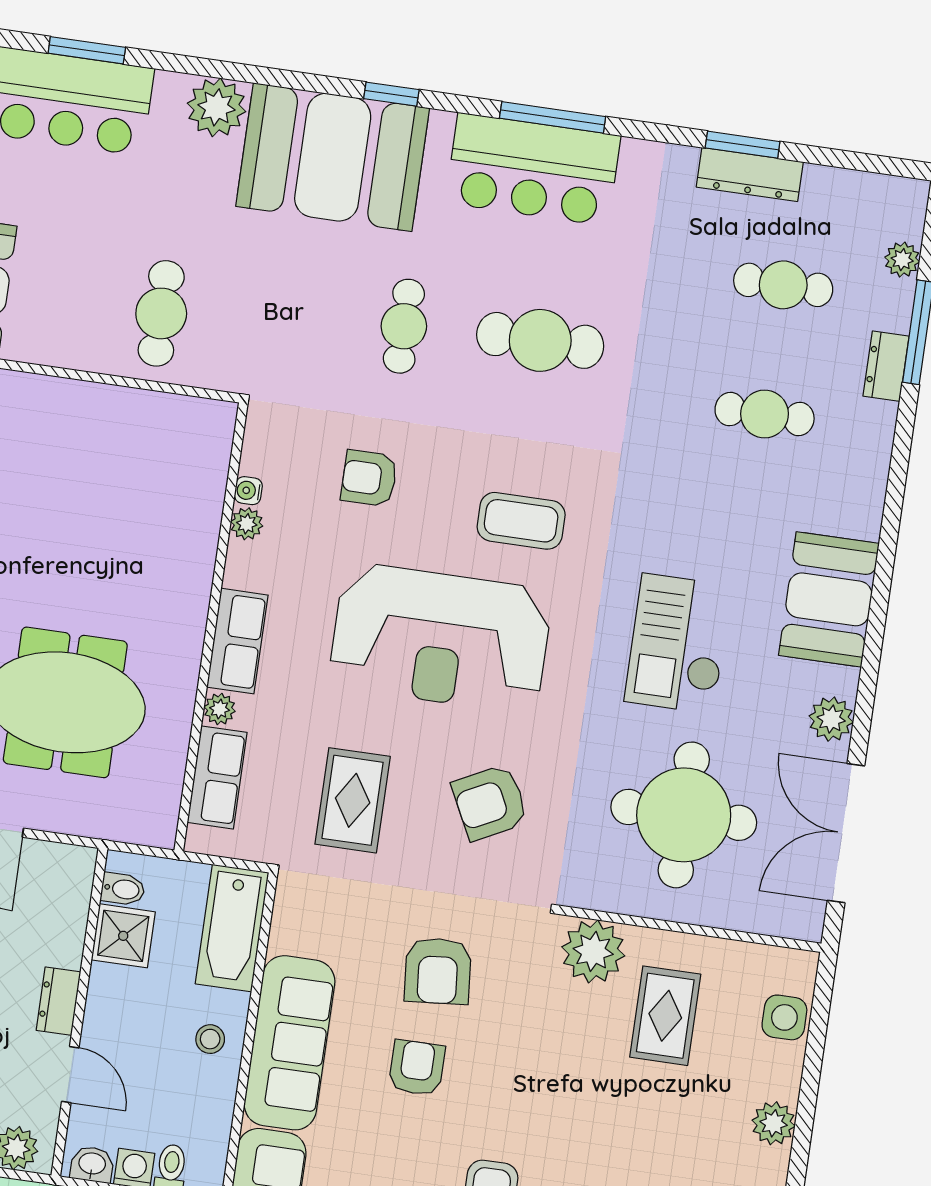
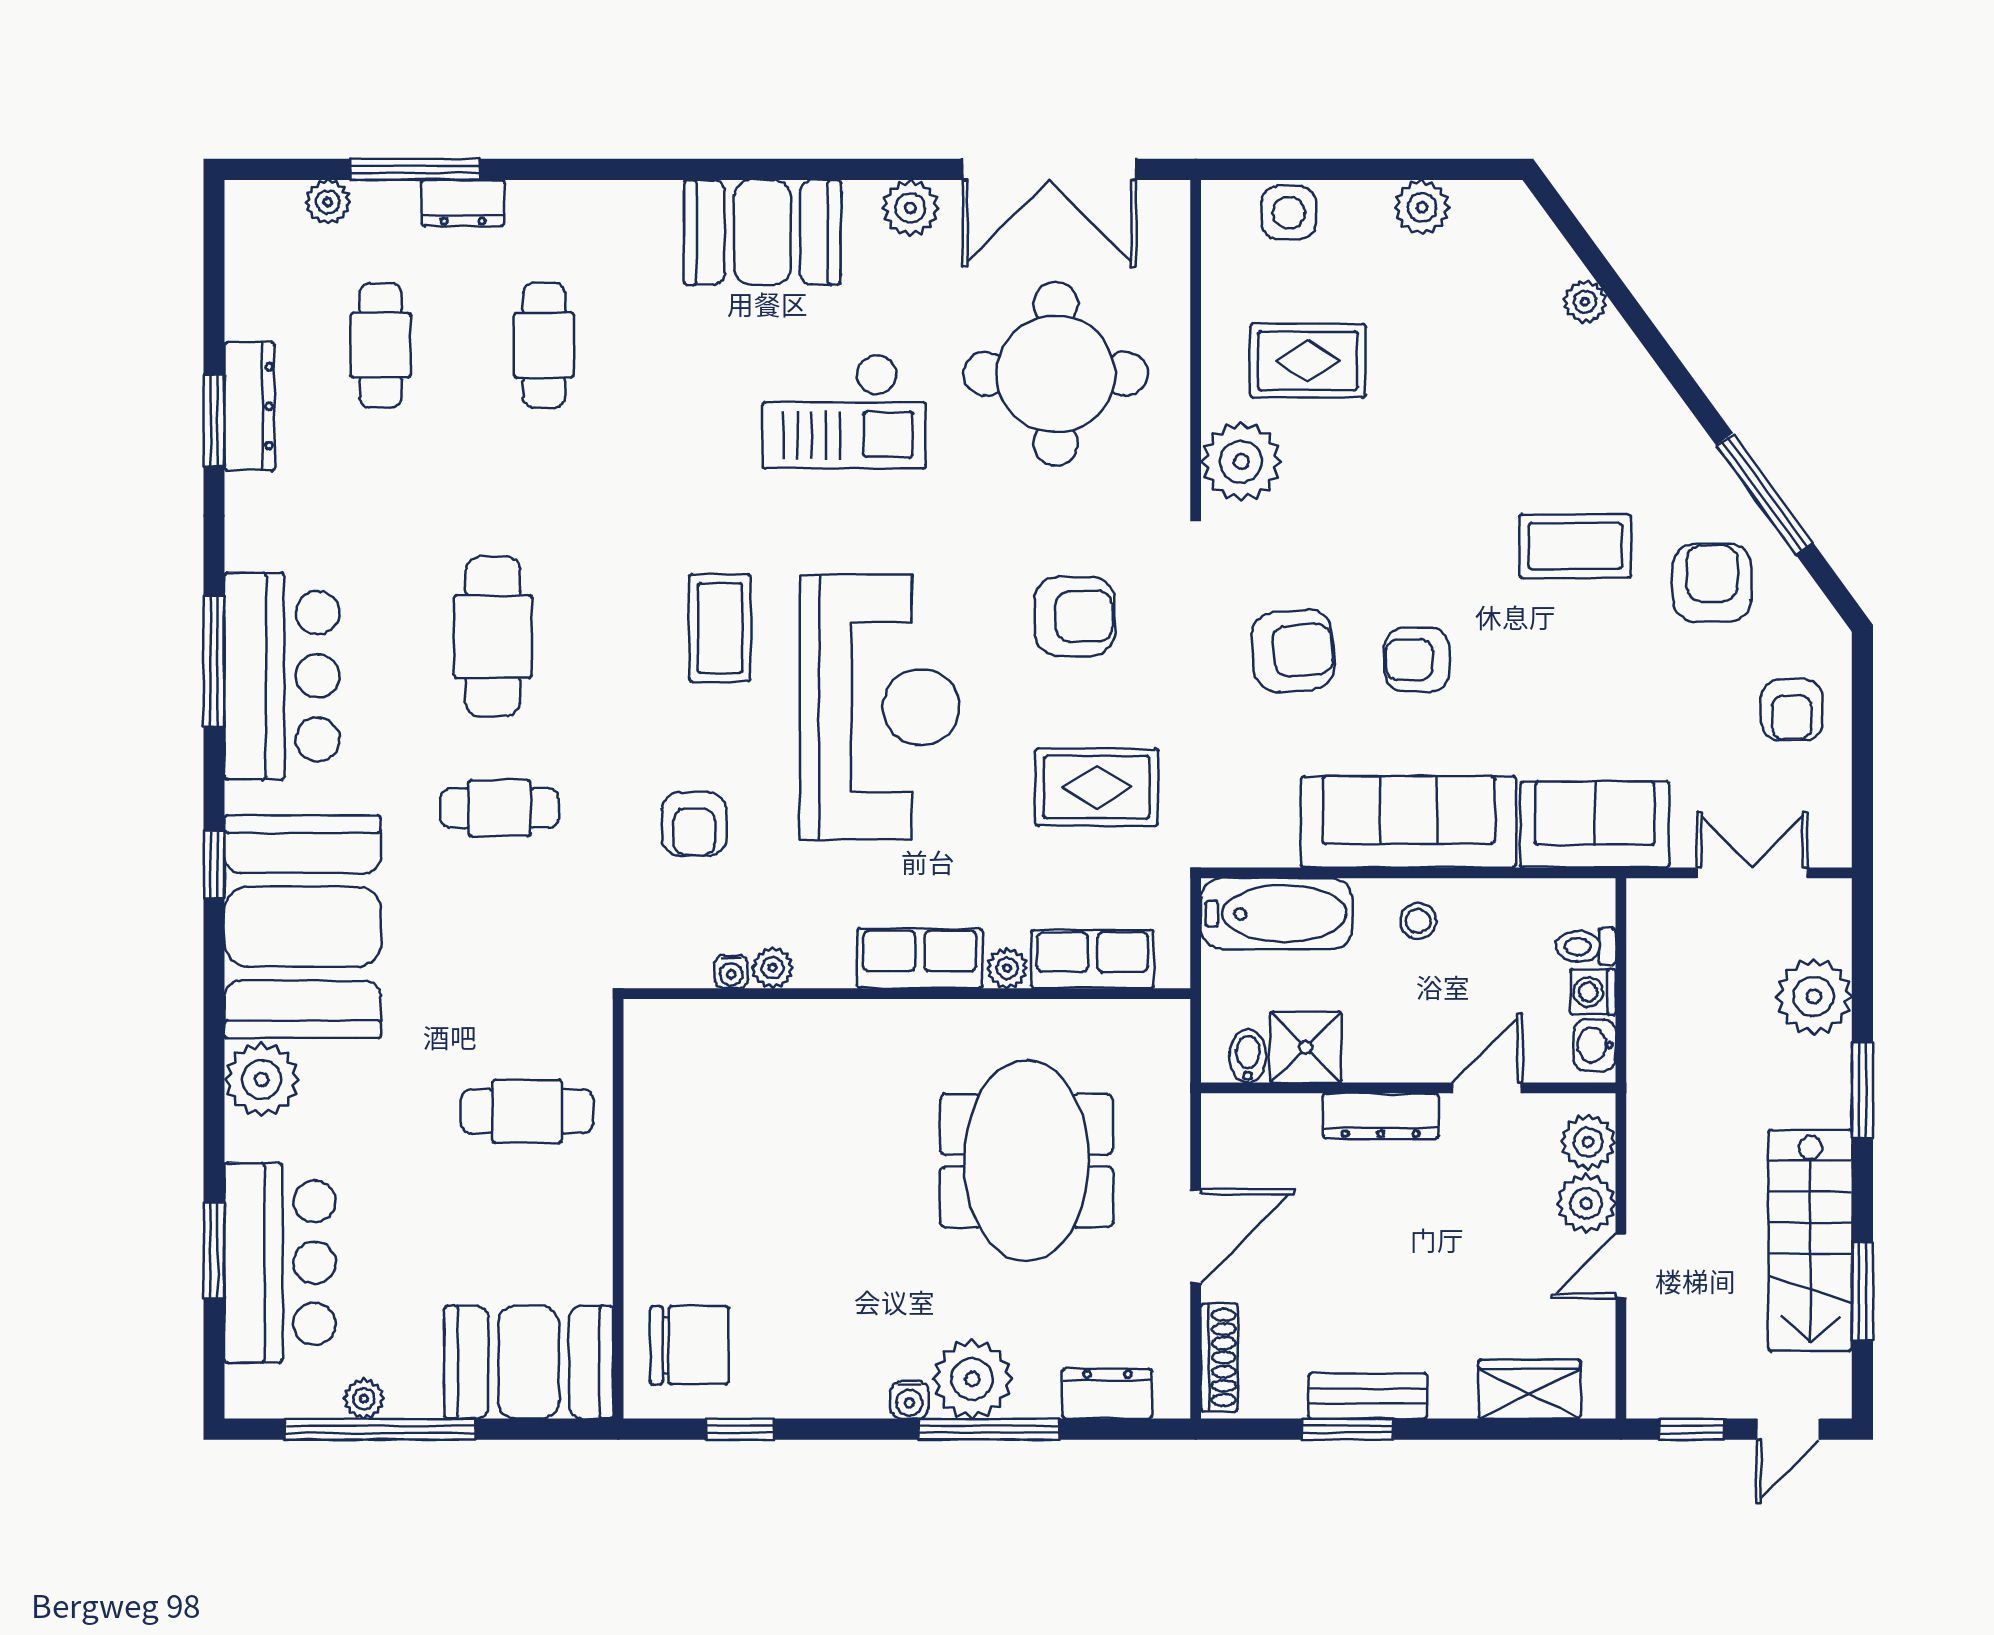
armchair: (490, 802) -> (1075, 616), turned -63
dresser: (58, 1001) -> (1381, 1116), width x1.44

